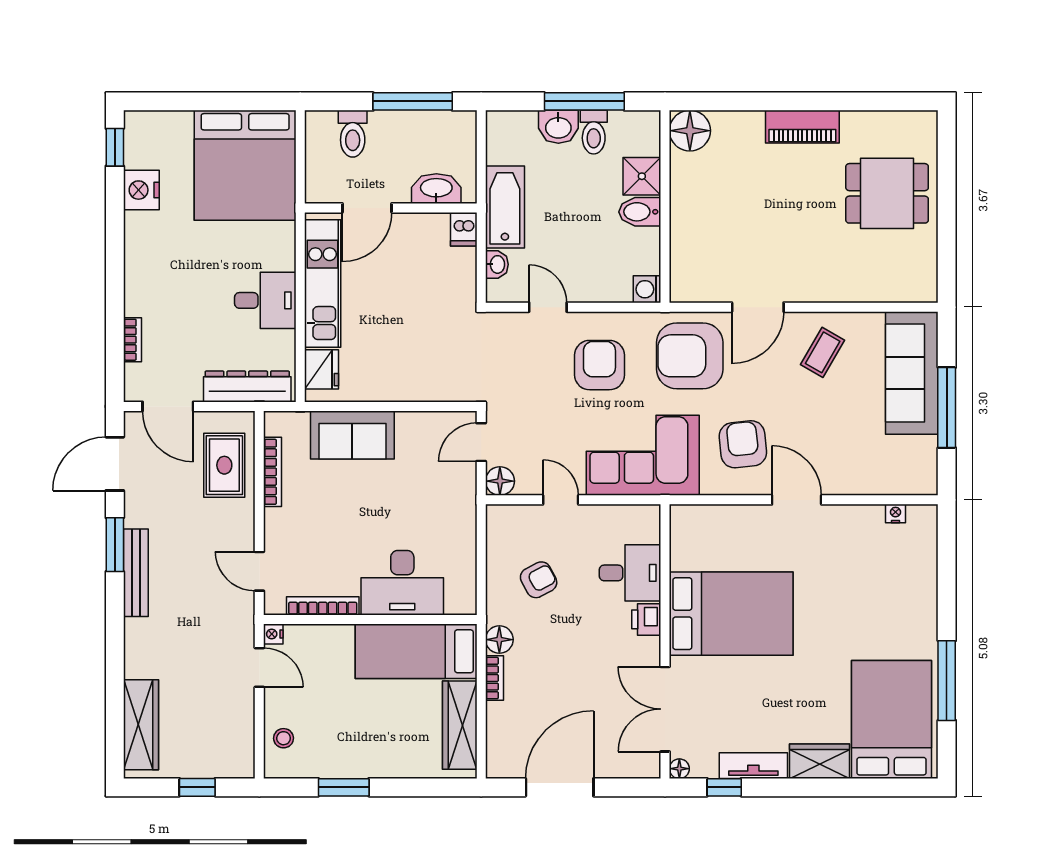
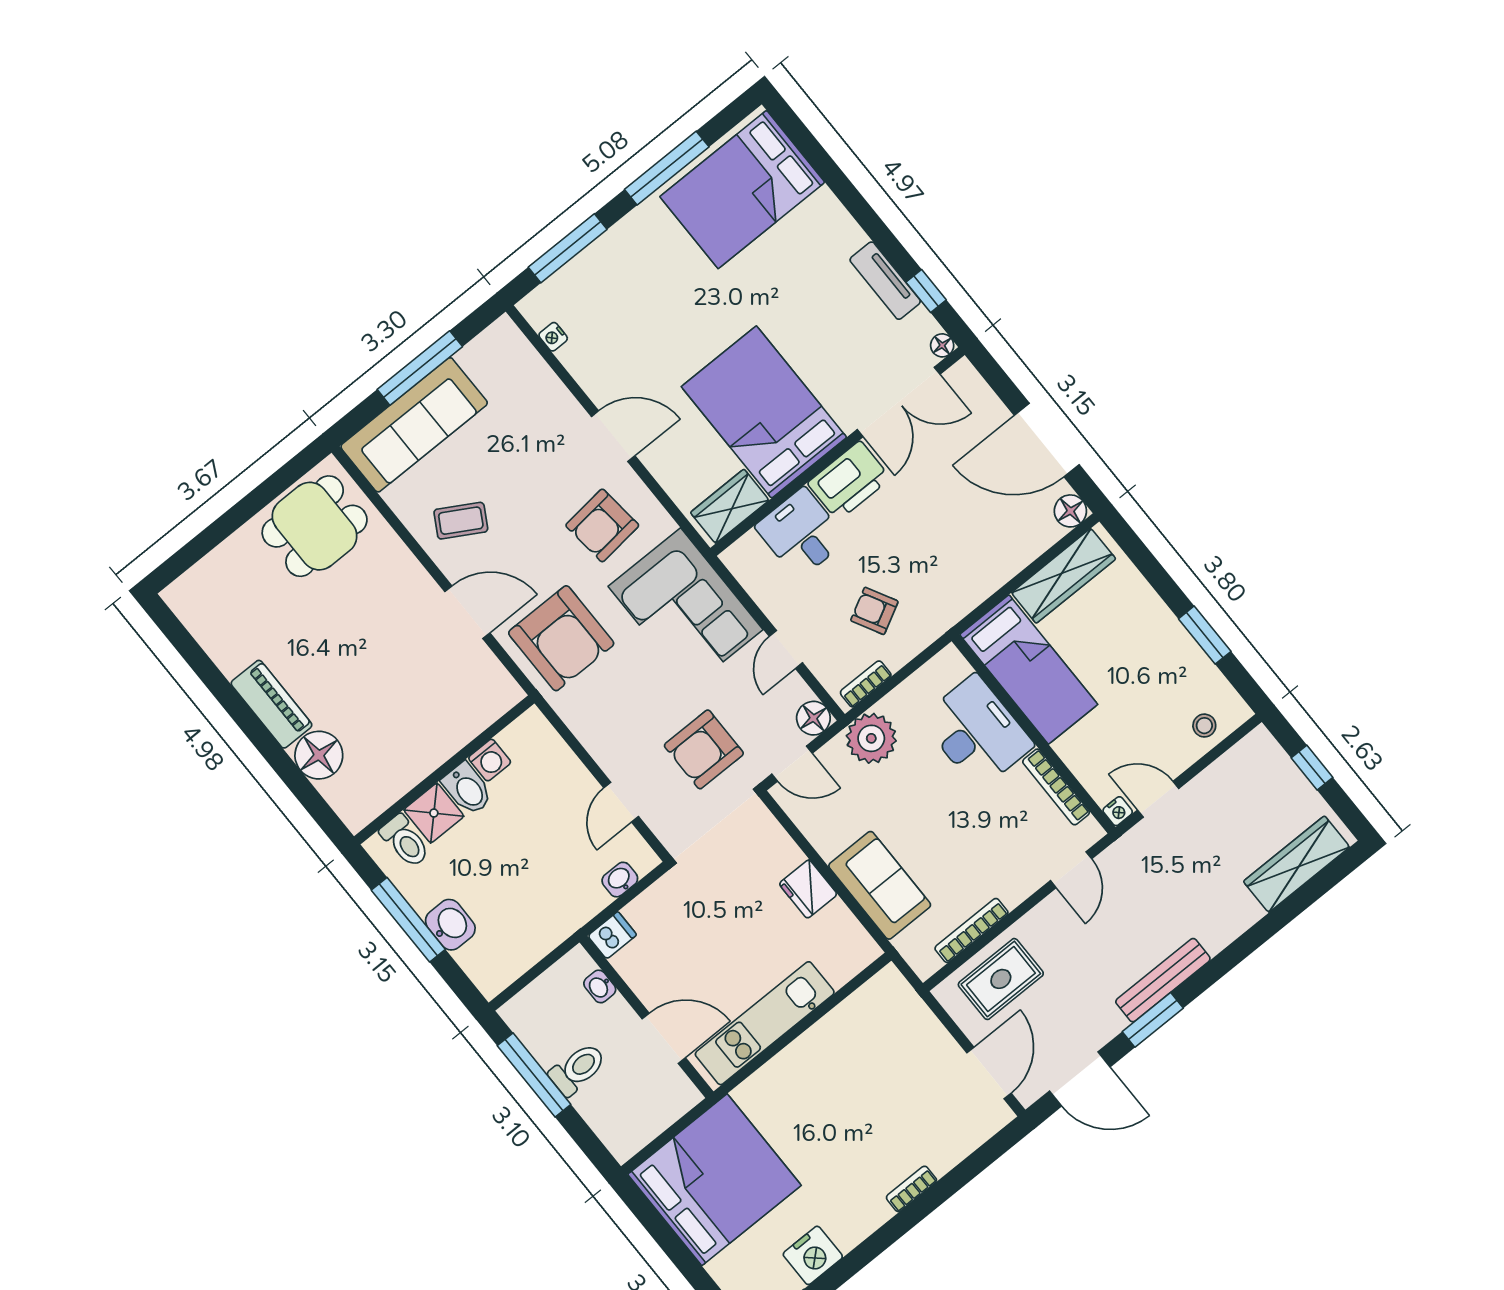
floor lamp: (690, 131) -> (319, 755), moved
toilet: (594, 132) -> (405, 841), moved, turned 90
toilet: (353, 134) -> (578, 1069), moved
washbasin: (436, 189) -> (600, 986), width x0.52, depth x0.69
dining table: (887, 193) -> (315, 526), moved, turned 90
bathtub: (505, 207) -> (562, 914), removed
washing machine: (647, 289) -> (490, 760), moved
desk: (265, 300) -> (822, 1063), removed
bookcase: (132, 340) -> (911, 1189), moved
armchair: (599, 365) -> (704, 749), moved
fridge: (322, 369) -> (808, 889), moved, turned -90
dresser: (247, 387) -> (913, 1016), removed
door: (797, 500) -> (613, 436), swing flipped
plant: (455, 509) -> (871, 738), added
window: (947, 571) -> (568, 248), added
printer: (646, 619) -> (849, 481), width x1.87, depth x1.48
floor lamp: (499, 640) -> (1070, 511), moved
door: (259, 668) -> (1158, 799), hinge flipped
bookcase: (494, 678) -> (866, 684), moved
wardrobe: (819, 761) -> (730, 506), moved, turned 90

